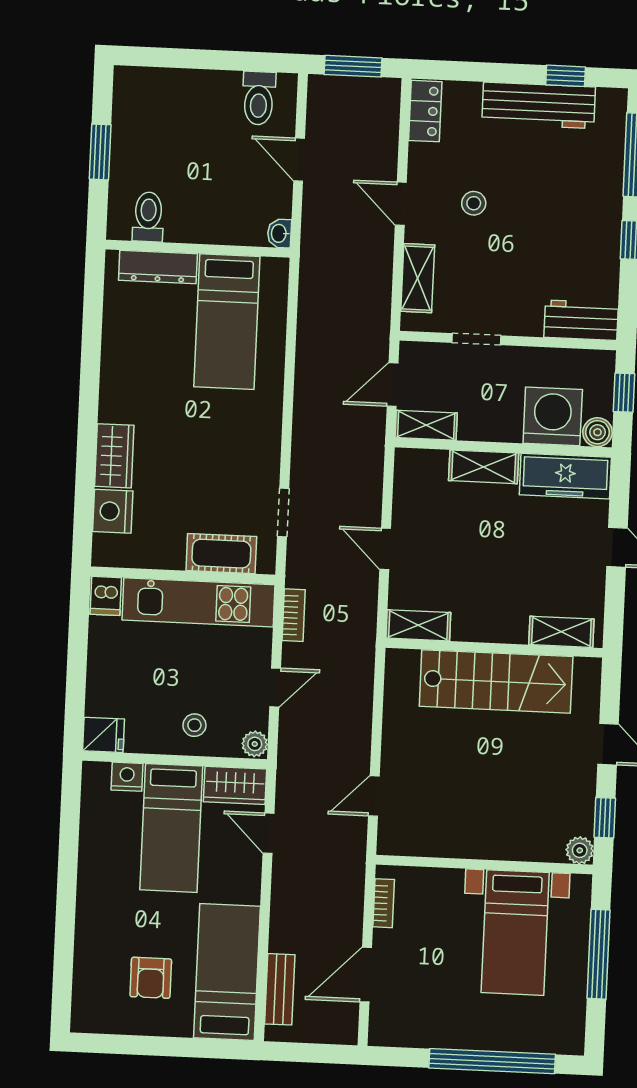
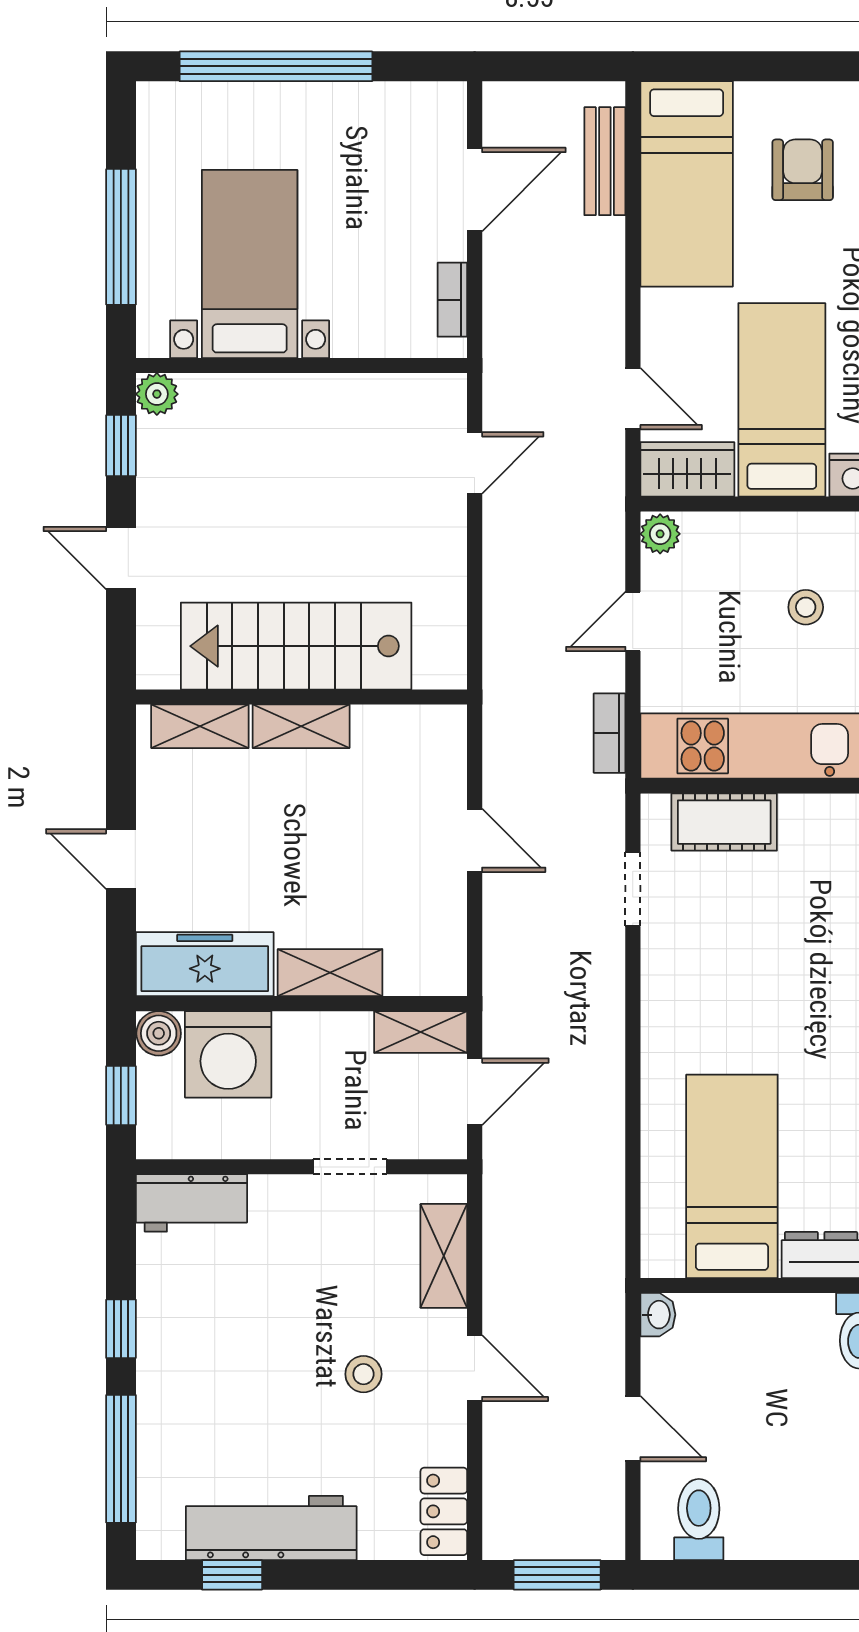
shelving: (418, 625) -> (301, 726), moved
stool: (194, 725) -> (806, 607), moved

